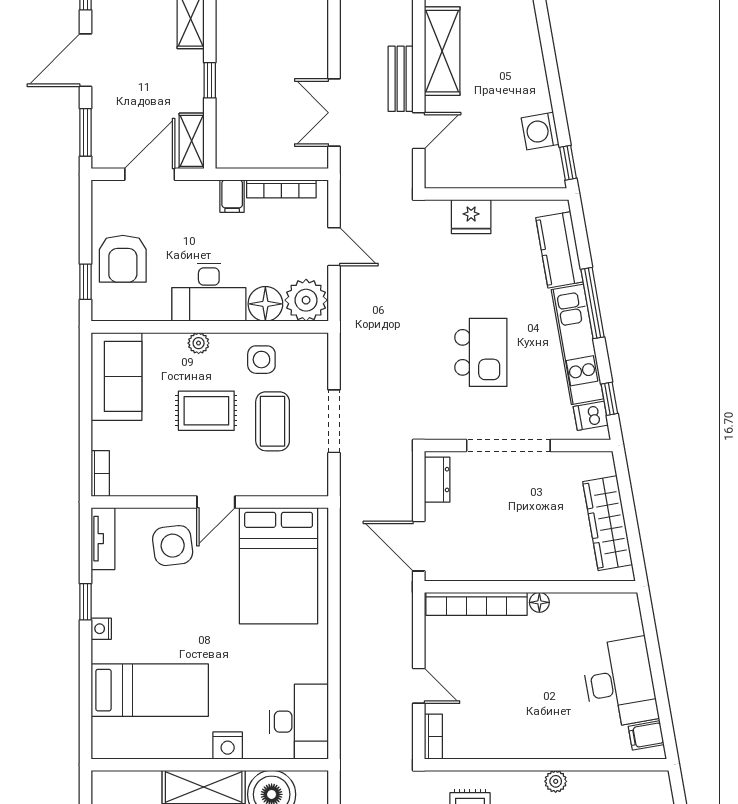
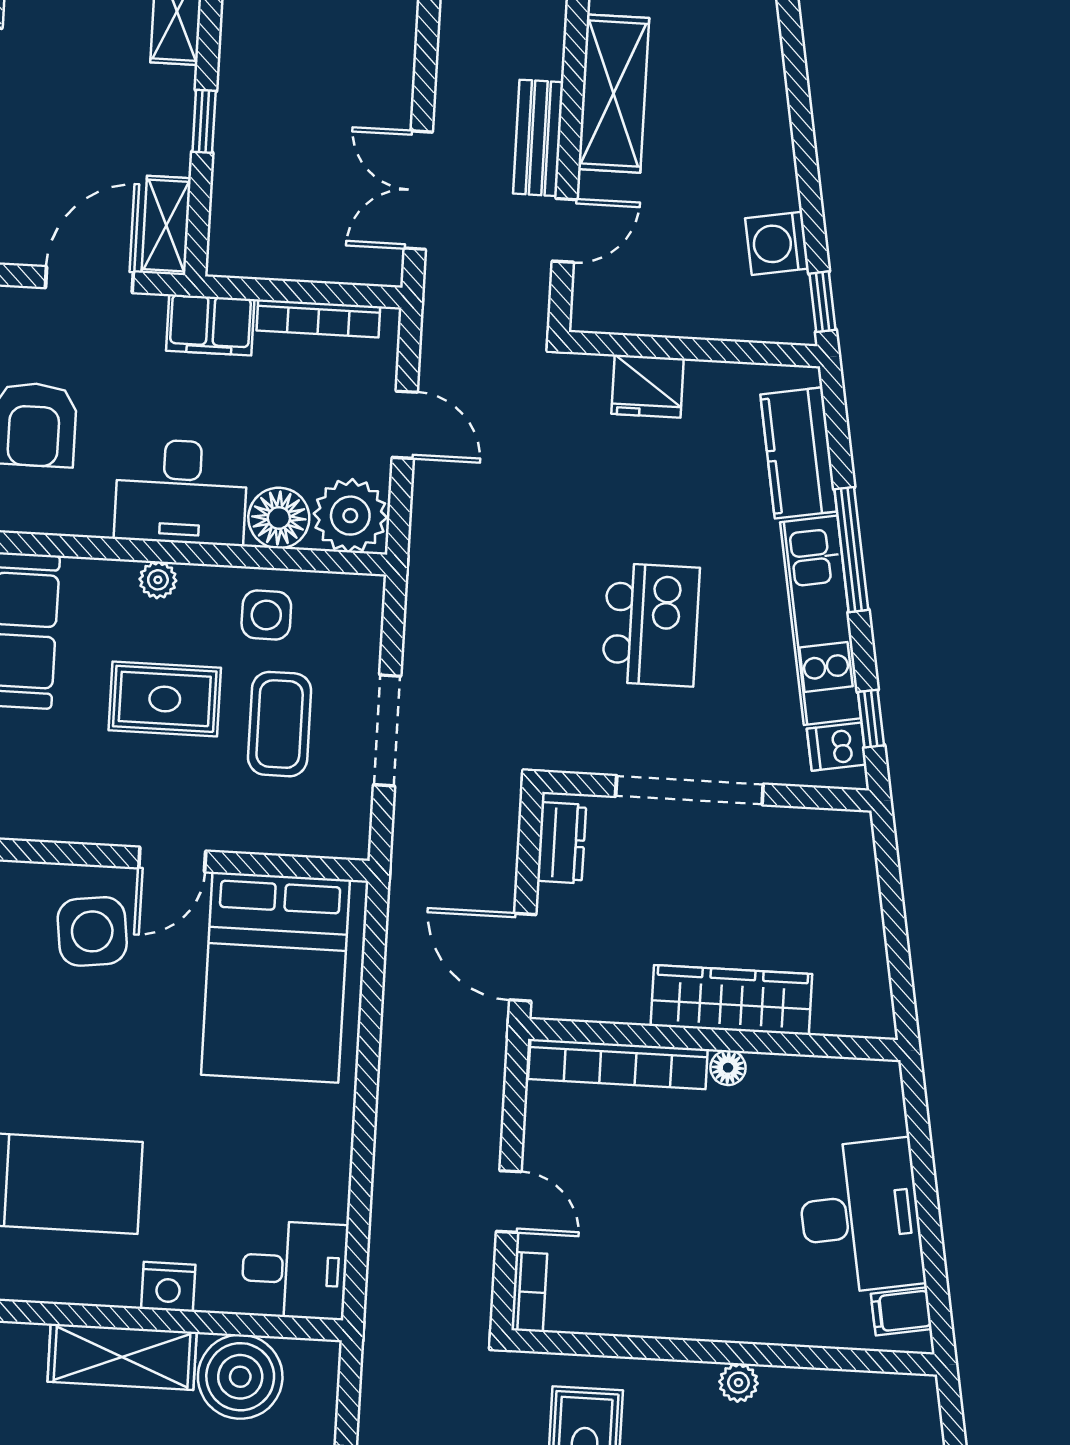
filing cabinet: (232, 196) -> (210, 325), width x2.00
wardrobe: (608, 523) -> (731, 1000), moved, turned 100
desk: (299, 722) -> (295, 1270), width x0.73

